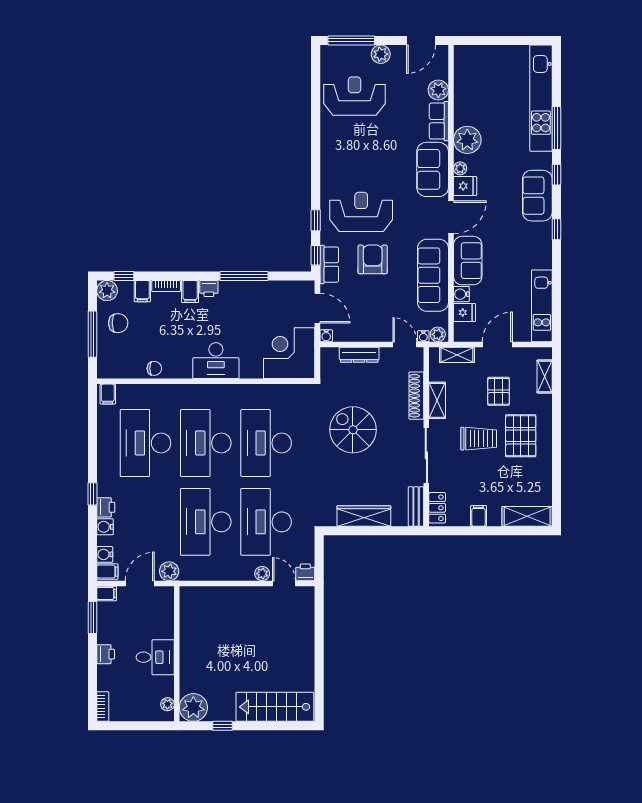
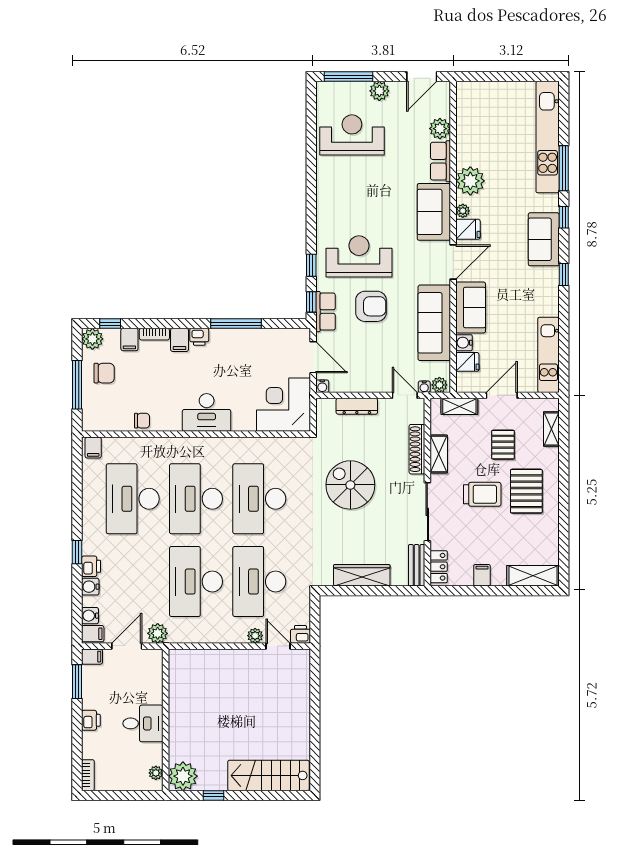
armchair: (373, 259) -> (371, 306), turned 90

